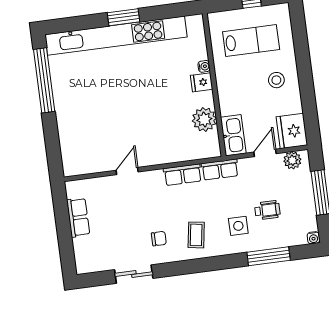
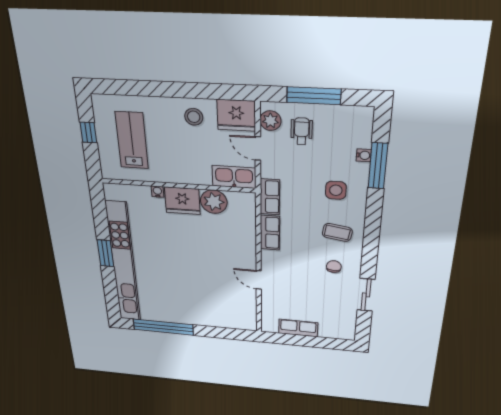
stool: (276, 80) -> (194, 117), moved
fridge: (202, 82) -> (182, 201), width x1.88, depth x1.34
wheelchair: (267, 210) -> (302, 131), moved
water cooler: (313, 238) -> (364, 155), moved

